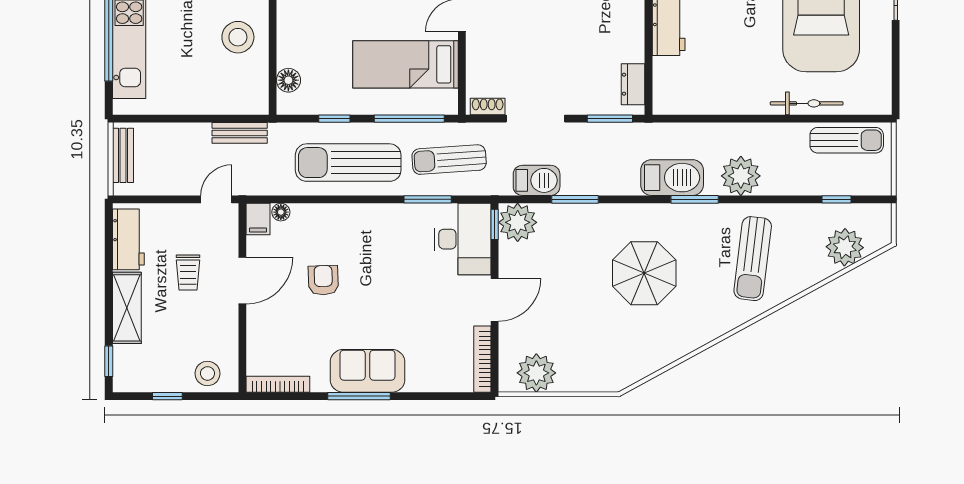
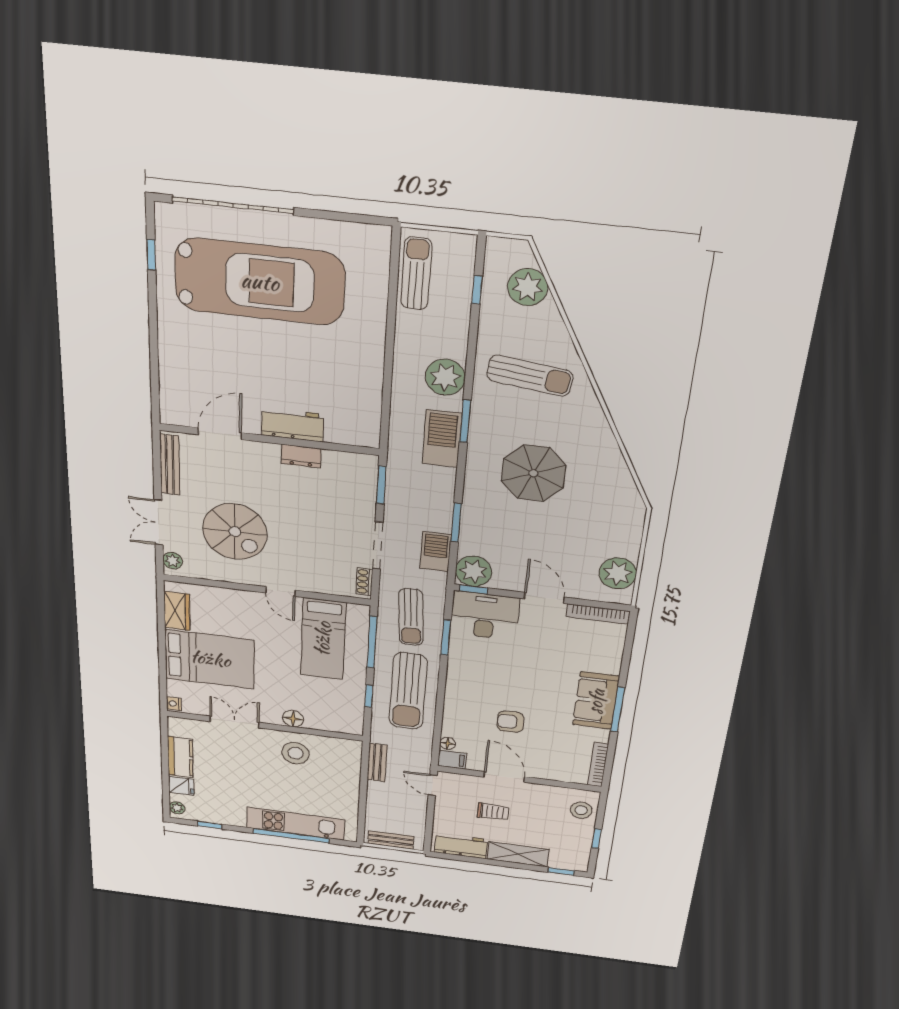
floor lamp: (288, 80) -> (293, 719), moved
dresser: (633, 84) -> (301, 456), moved
bicycle: (807, 103) -> (376, 308), removed

